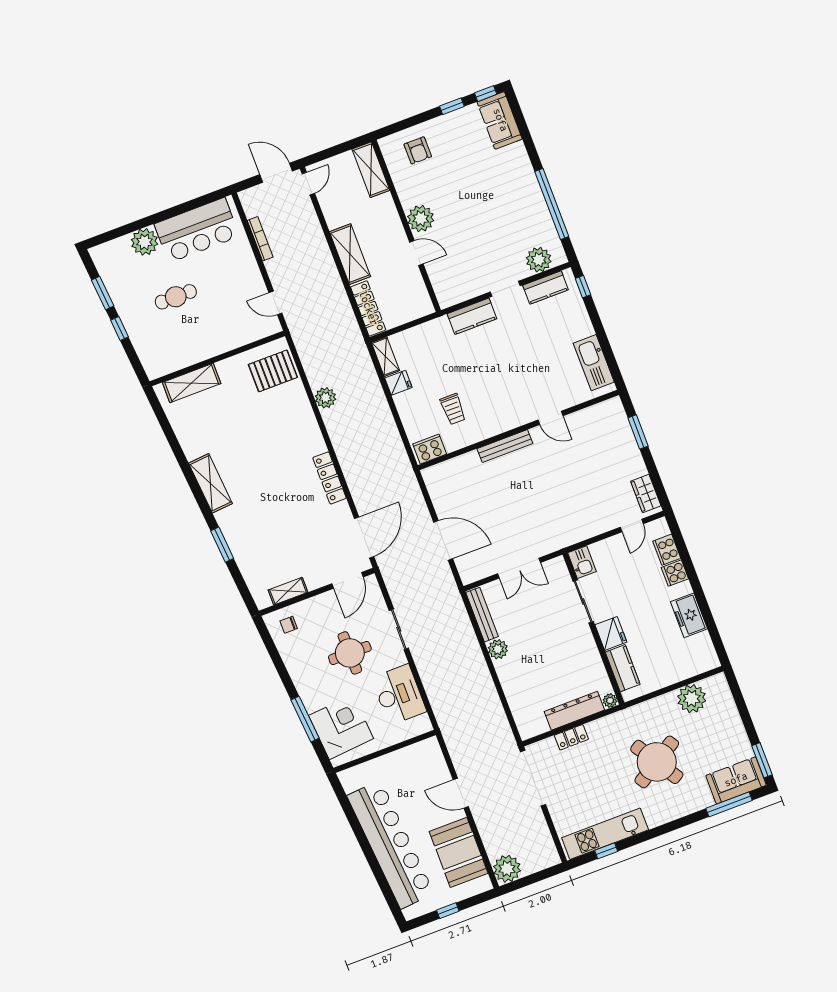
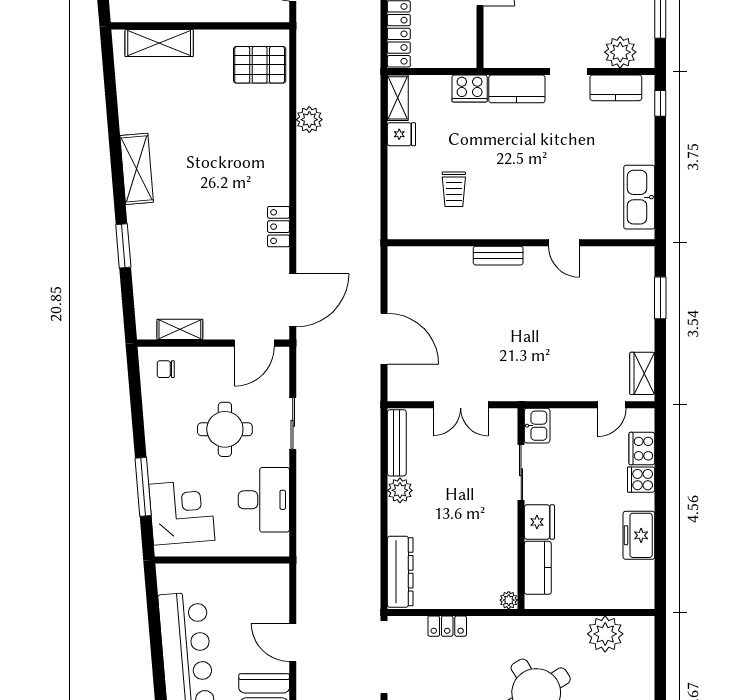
bench: (505, 446) -> (498, 256), width x0.73
cooker: (430, 449) -> (470, 89), moved, turned 180
locker: (329, 478) -> (279, 227), width x0.66
dresser: (574, 711) -> (400, 572), moved, turned 90

